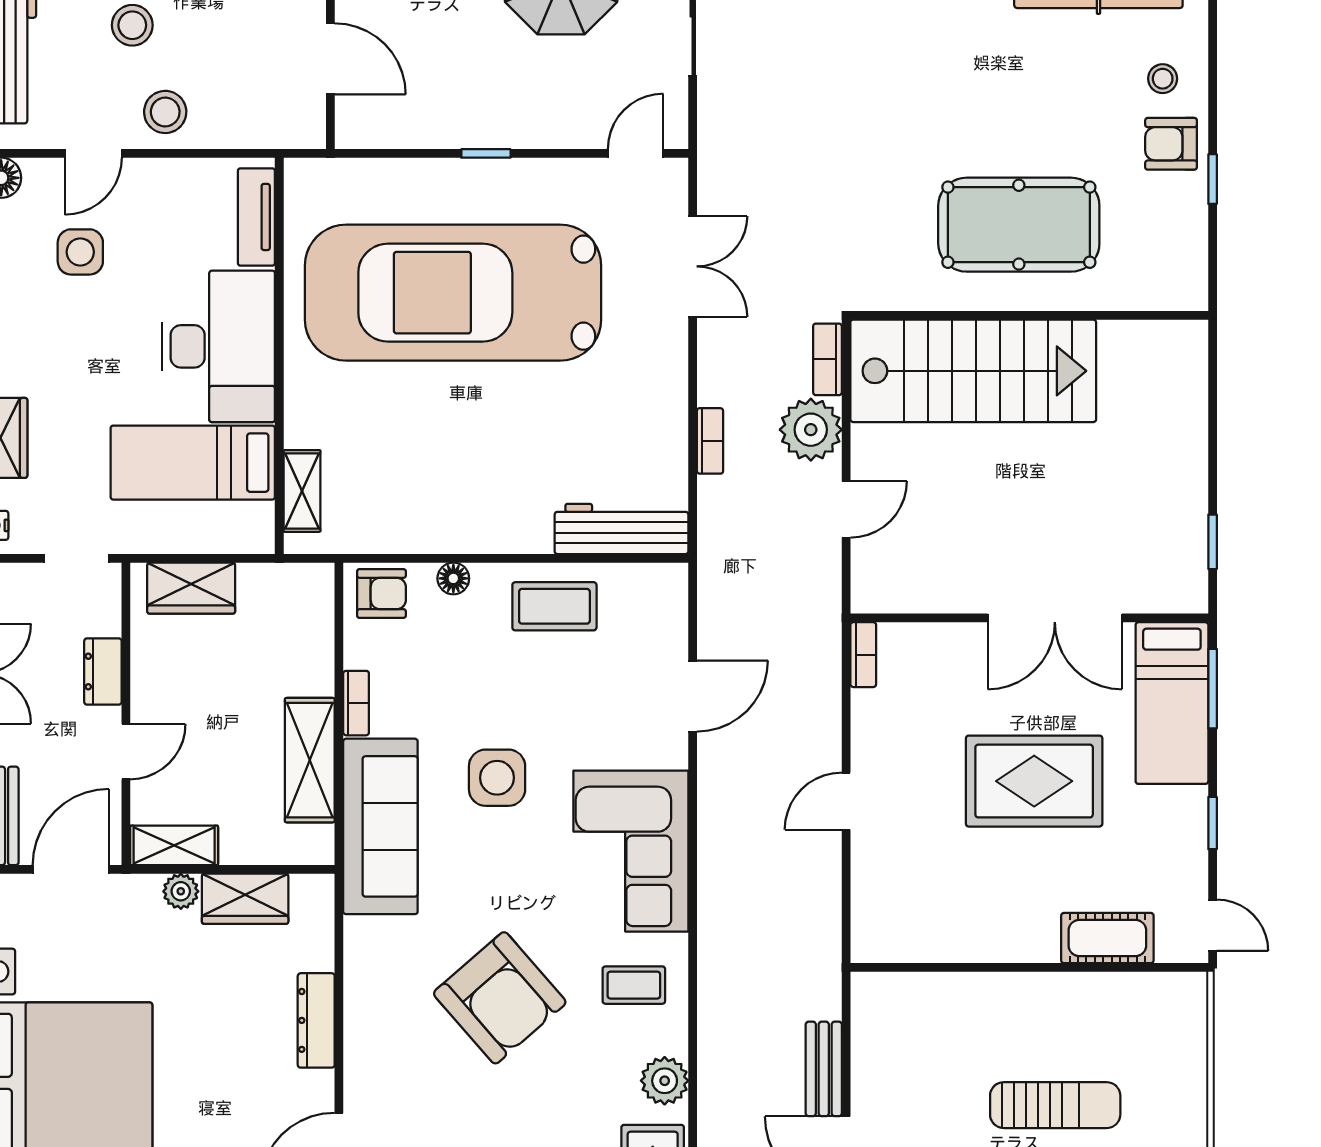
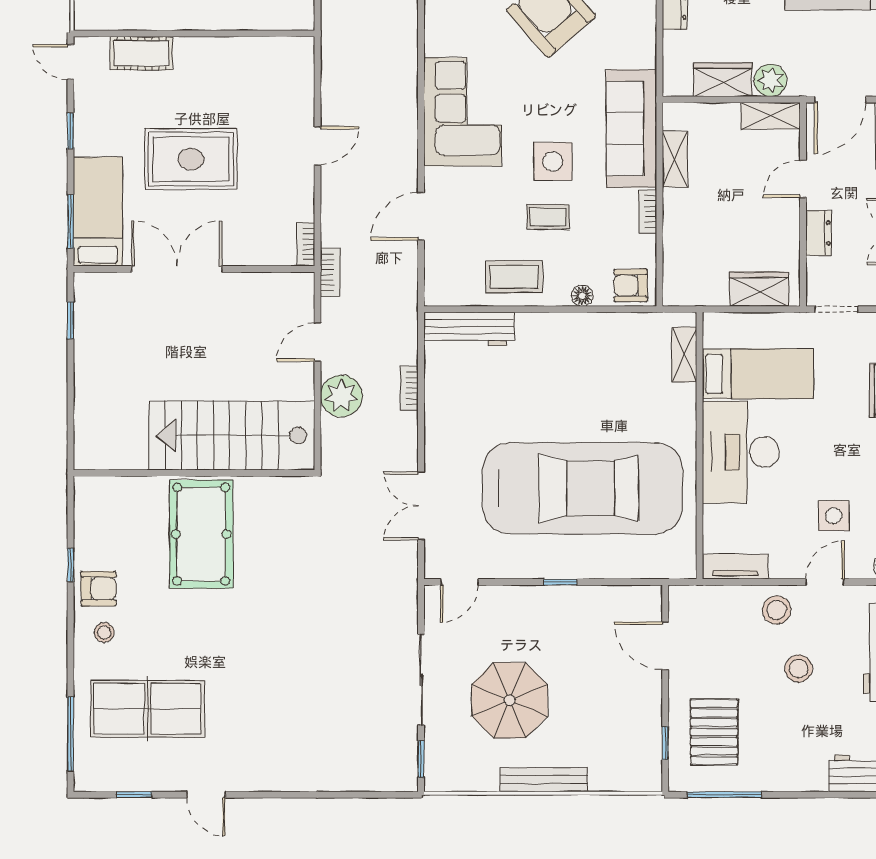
tv unit: (256, 217) -> (735, 567), moved, turned -90
pool table: (1019, 225) -> (201, 534), turned 90
bookcase: (827, 359) -> (330, 272), moved
shelving: (310, 760) -> (675, 159), width x0.67, depth x0.75
plant: (181, 891) -> (770, 80), width x1.38, depth x1.38
coffee table: (634, 985) -> (548, 217), moved

